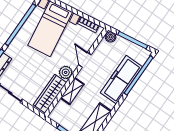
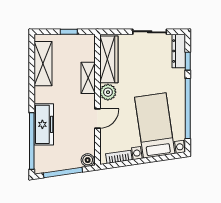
door: (85, 60) -> (98, 119), hinge flipped
freezer: (121, 80) -> (44, 124), width x0.73, depth x0.79

